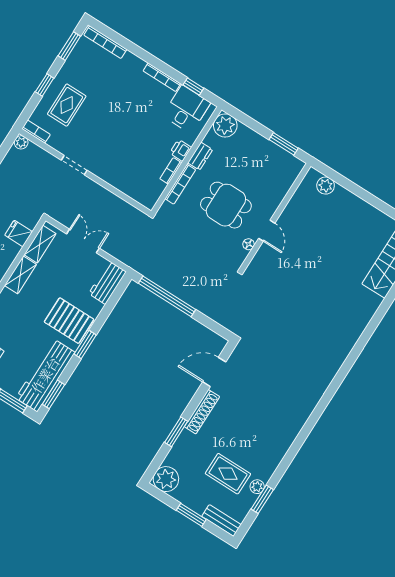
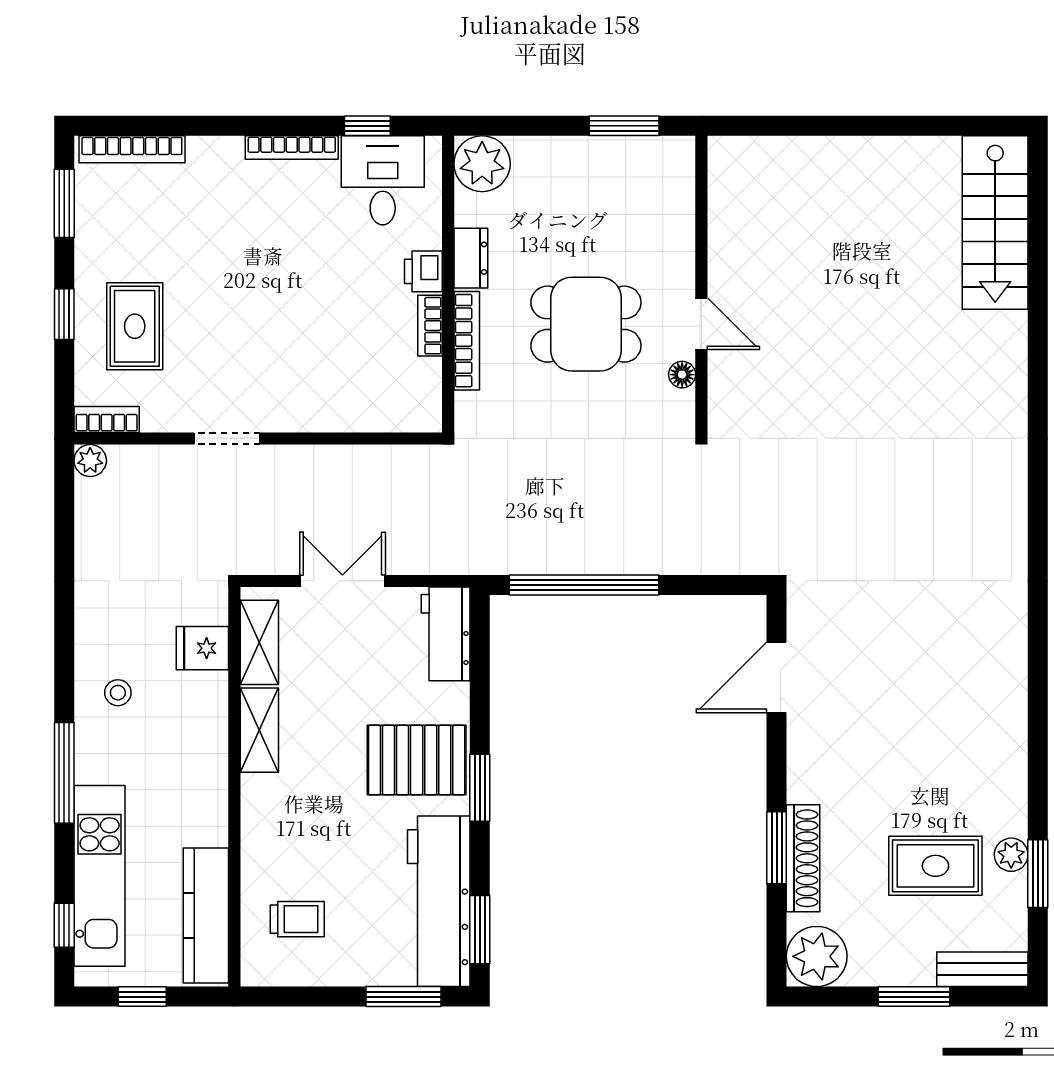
plant: (326, 186) -> (763, 157), removed
shoe rack: (202, 412) -> (803, 858), moved

